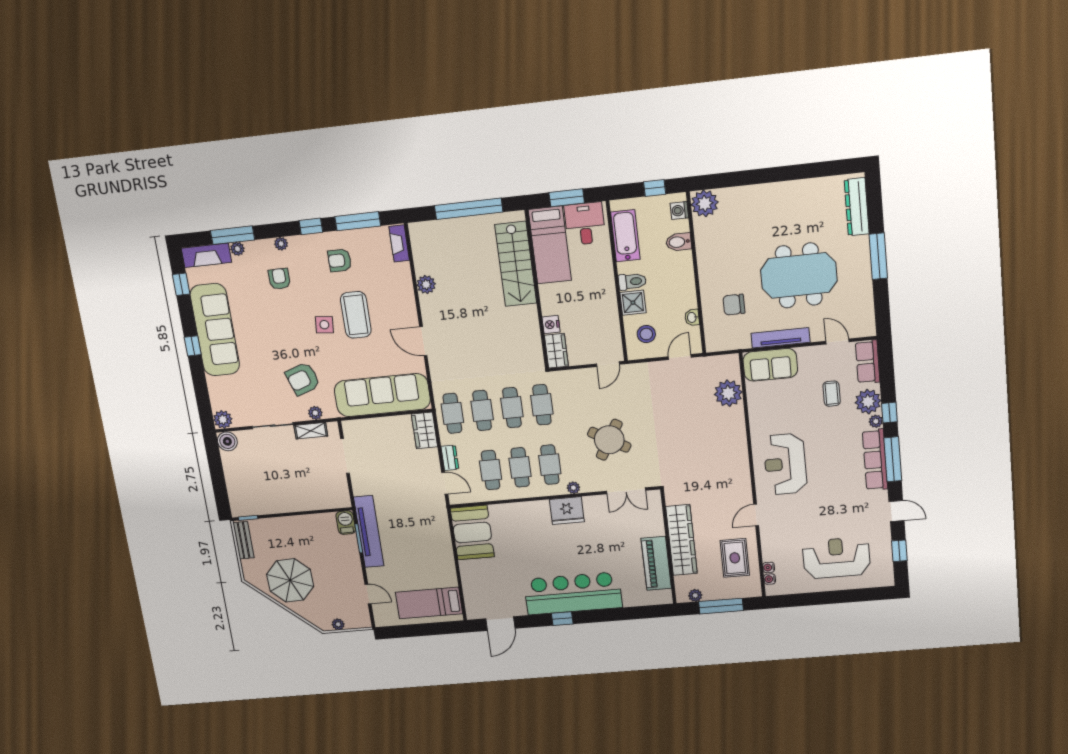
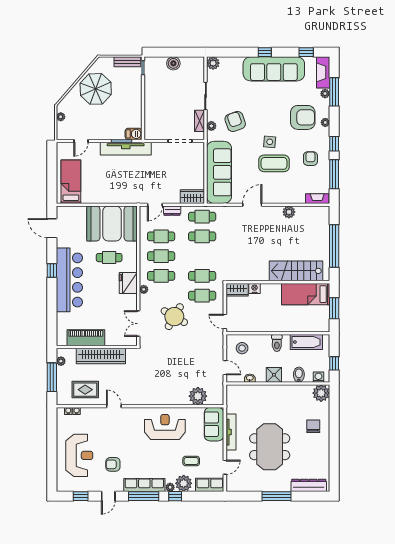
desk: (585, 224) -> (317, 318), removed
armchair: (279, 279) -> (303, 117), width x1.88, depth x1.88
shower: (633, 303) -> (274, 375), moved
chair: (734, 305) -> (313, 426), moved
cafe table: (512, 408) -> (202, 296), moved
boiler: (227, 441) -> (173, 63), moved
reception desk: (785, 464) -> (165, 427), moved
armchair: (846, 509) -> (113, 464), added
booth: (472, 532) -> (112, 224), width x1.36, depth x1.42
cafe table: (532, 541) -> (109, 258), added

